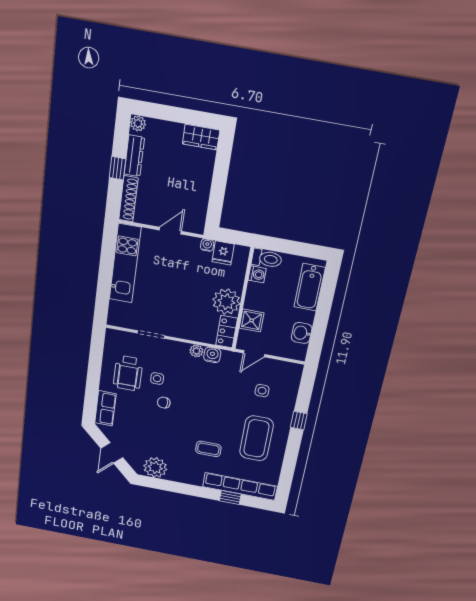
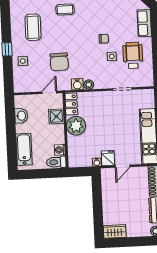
fridge: (223, 253) -> (108, 158), moved
chair: (231, 389) -> (59, 62), added
side table: (262, 391) -> (23, 61), moved
coffee table: (256, 438) -> (33, 27), width x0.73, depth x0.76

